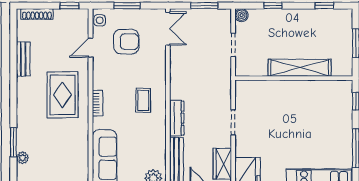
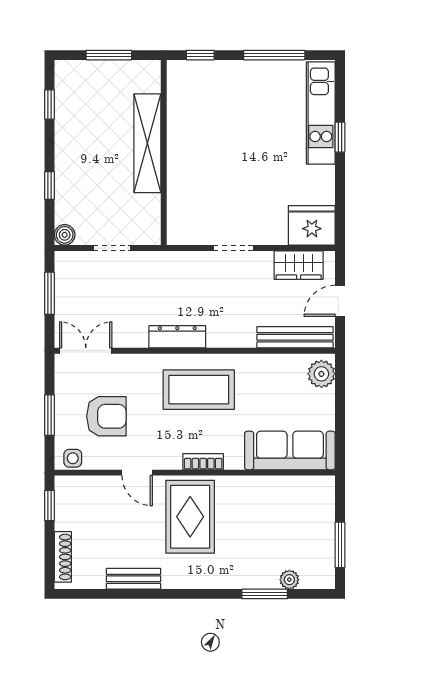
armchair: (126, 42) -> (106, 416), turned 90
door: (91, 48) -> (137, 473), moved
rug: (63, 95) -> (190, 517), turned 90
coffee table: (143, 100) -> (199, 390), width x1.86, depth x1.72
dresser: (177, 118) -> (177, 337), moved

